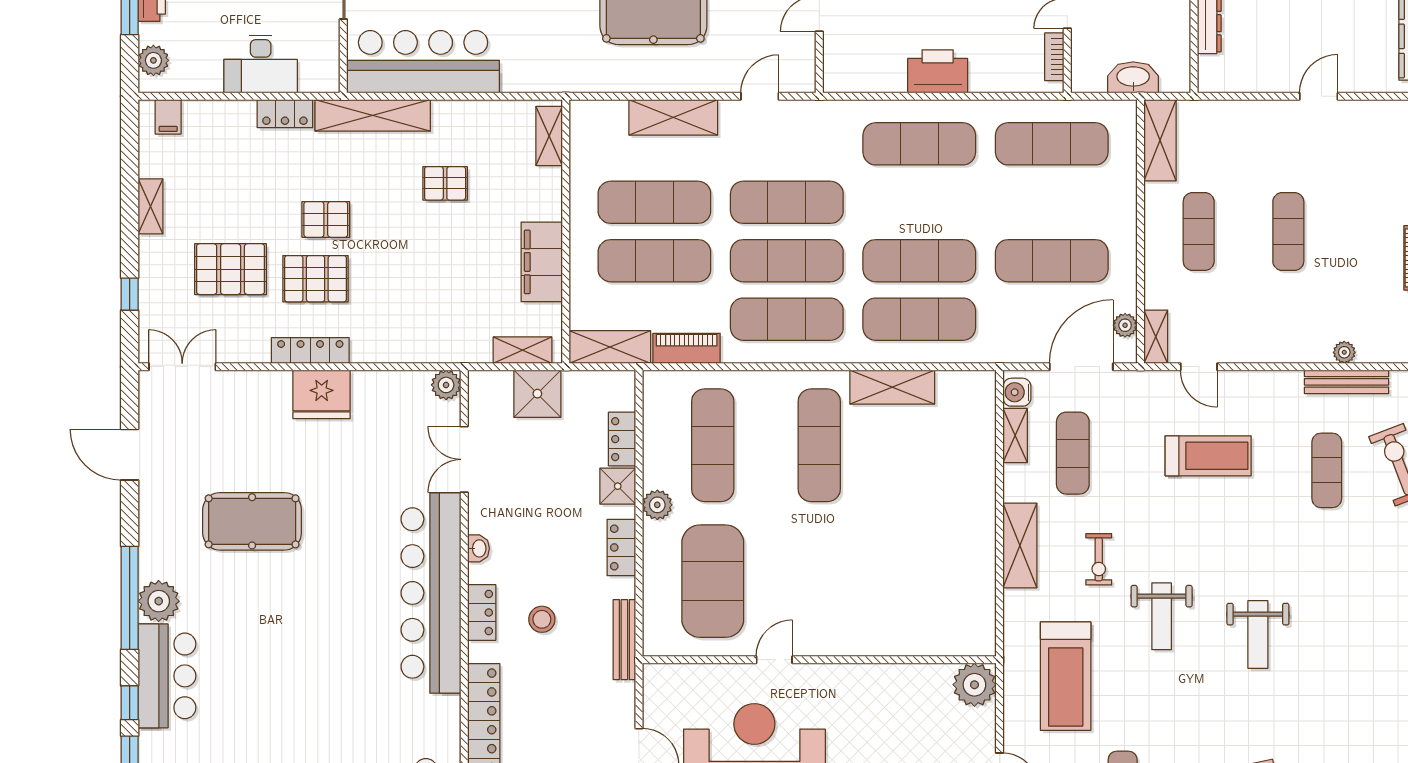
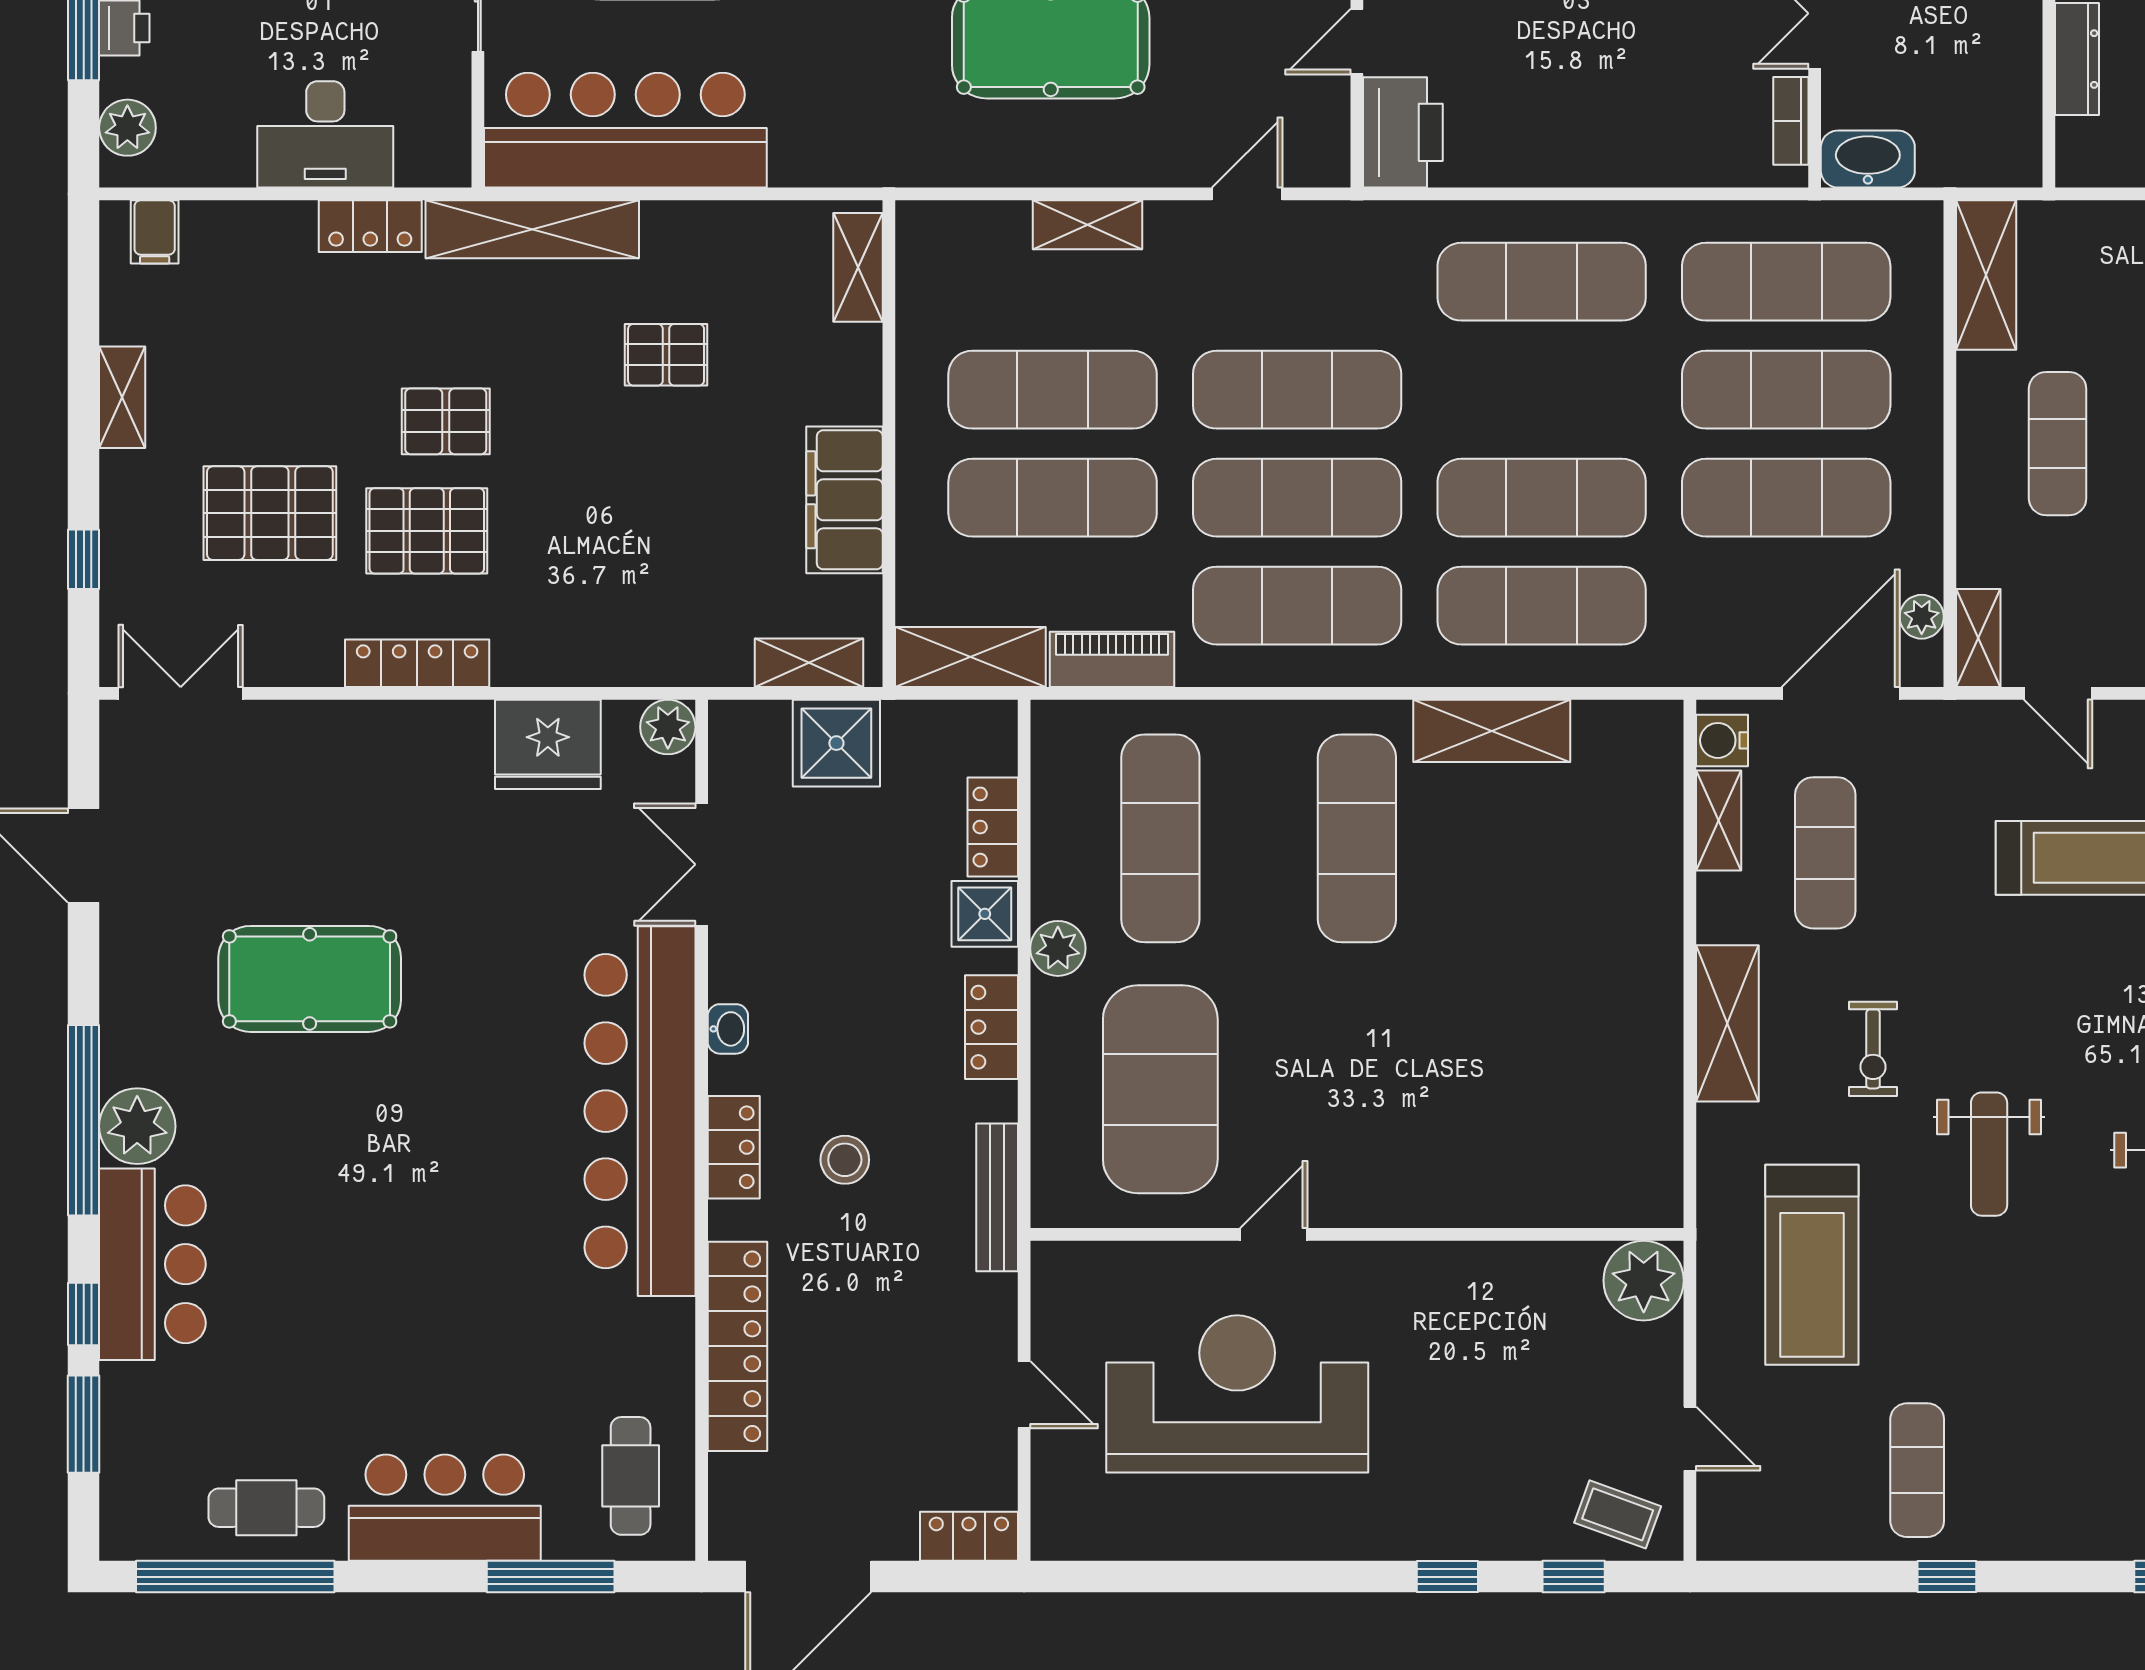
printer: (938, 71) -> (1403, 132), moved, turned 90
washbasin: (1133, 77) -> (1868, 159), moved
shelving: (673, 117) -> (1087, 225), width x0.67, depth x0.75
exercise mat: (1052, 202) -> (1786, 390), added
fridge: (322, 394) -> (548, 744), moved

